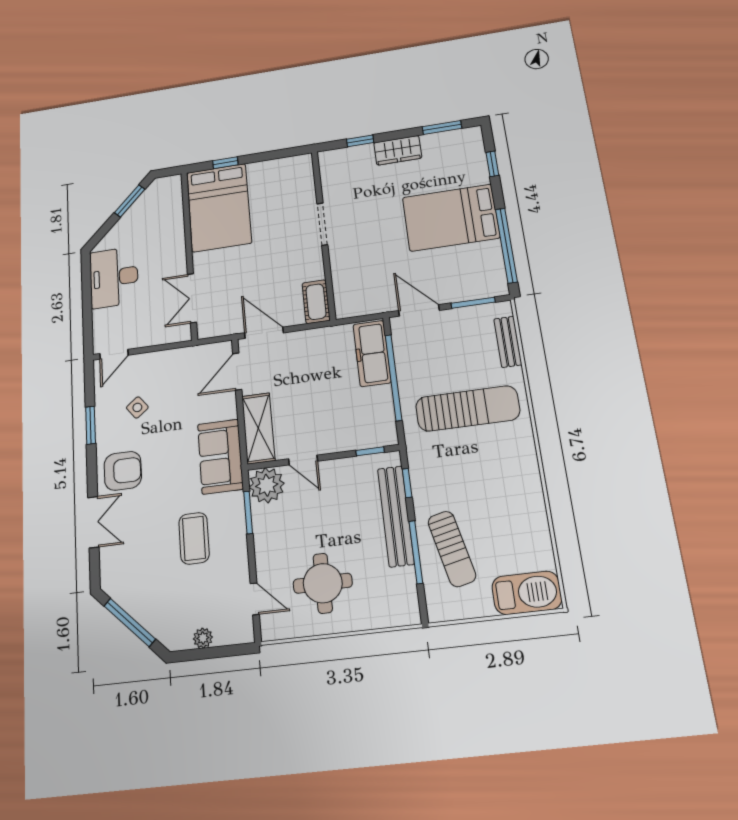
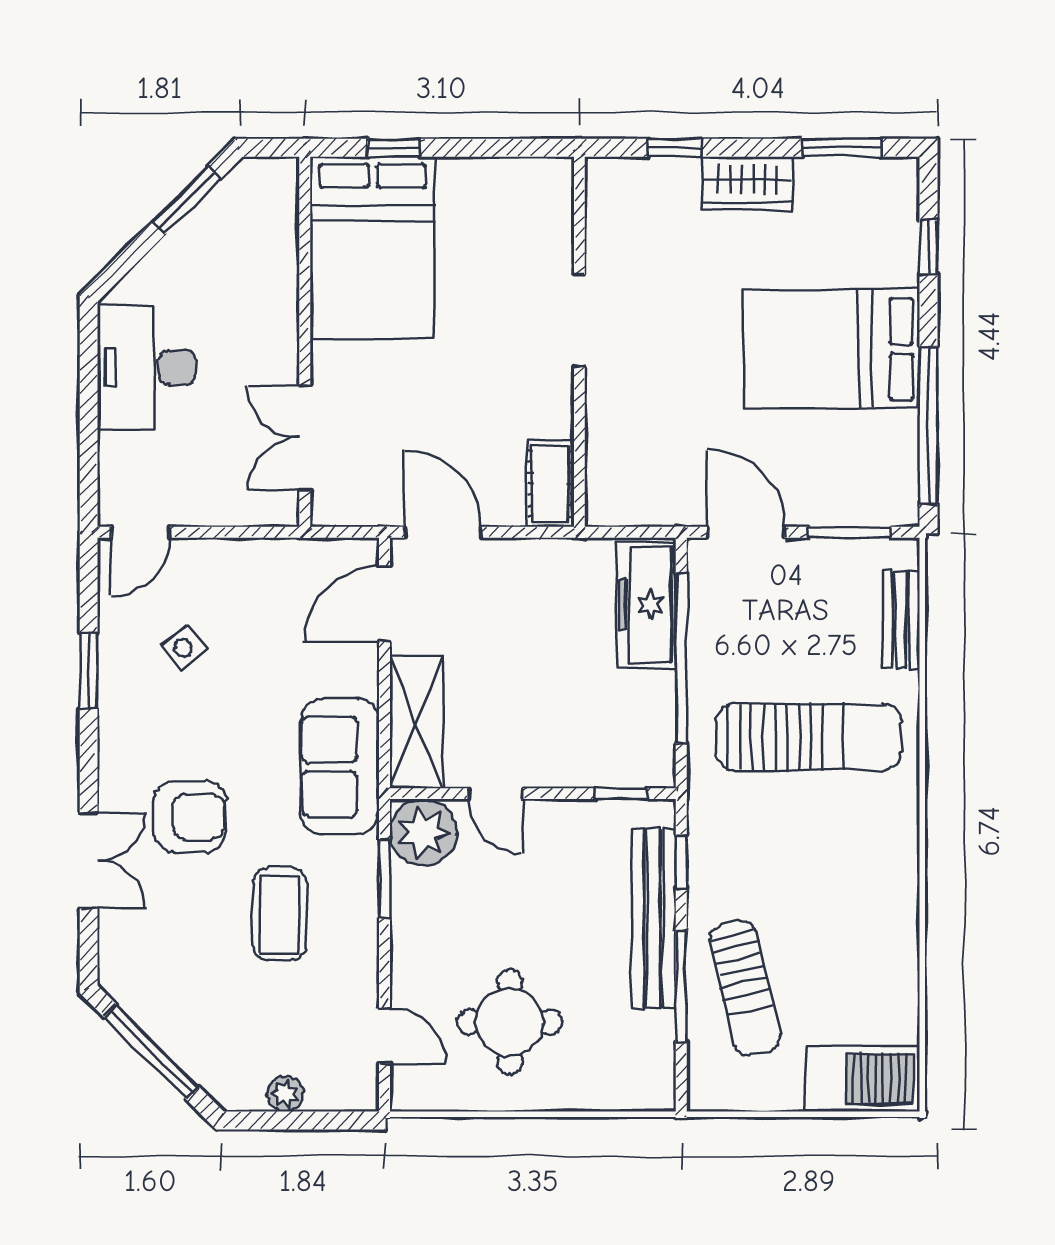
armchair: (123, 471) -> (190, 816), moved

